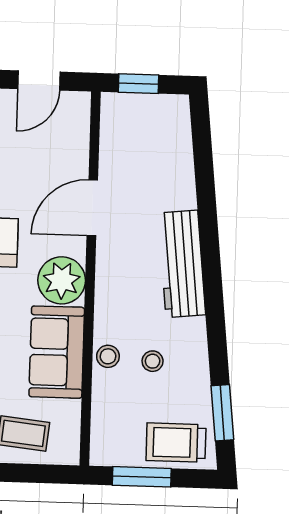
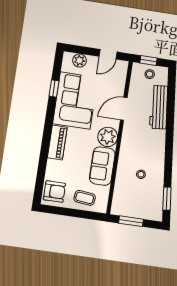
workbench: (182, 264) -> (159, 107), moved
stool: (108, 356) -> (150, 74), moved
trolley: (176, 443) -> (147, 209), removed

